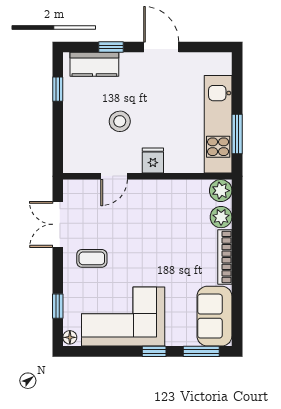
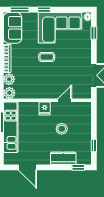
window: (111, 47) -> (78, 167), moved
door: (161, 47) -> (27, 167), moved
kitchen counter: (94, 64) -> (63, 158), moved
coffee table: (92, 258) -> (47, 57), moved

